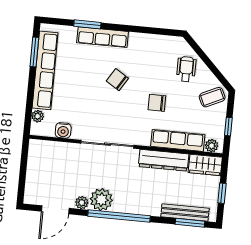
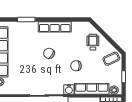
row of seats: (103, 37) -> (55, 27), moved
water cooler: (63, 130) -> (69, 89), moved

